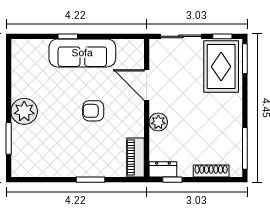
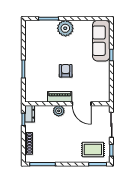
sofa: (82, 53) -> (101, 41), moved
rug: (221, 67) -> (93, 149), width x0.73, depth x0.70
door: (147, 85) -> (82, 104), swing flipped
piano: (136, 157) -> (60, 97), moved

